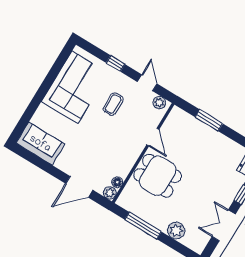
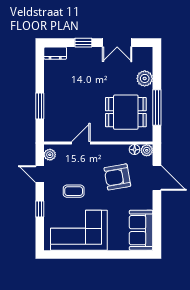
door: (147, 83) -> (40, 174), hinge flipped
armchair: (102, 152) -> (117, 177), added
dining table: (158, 176) -> (126, 112), moved, turned 90

